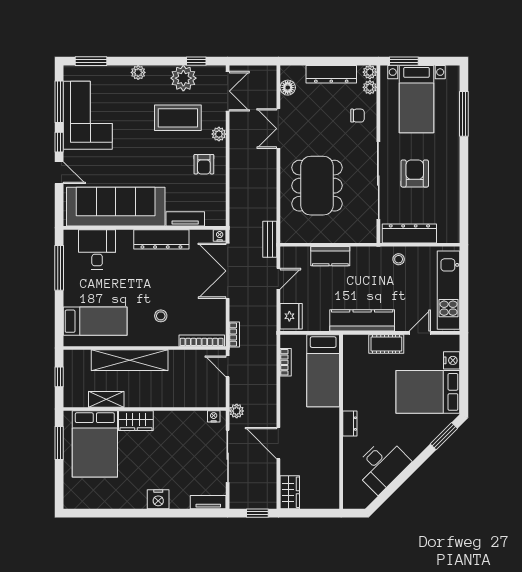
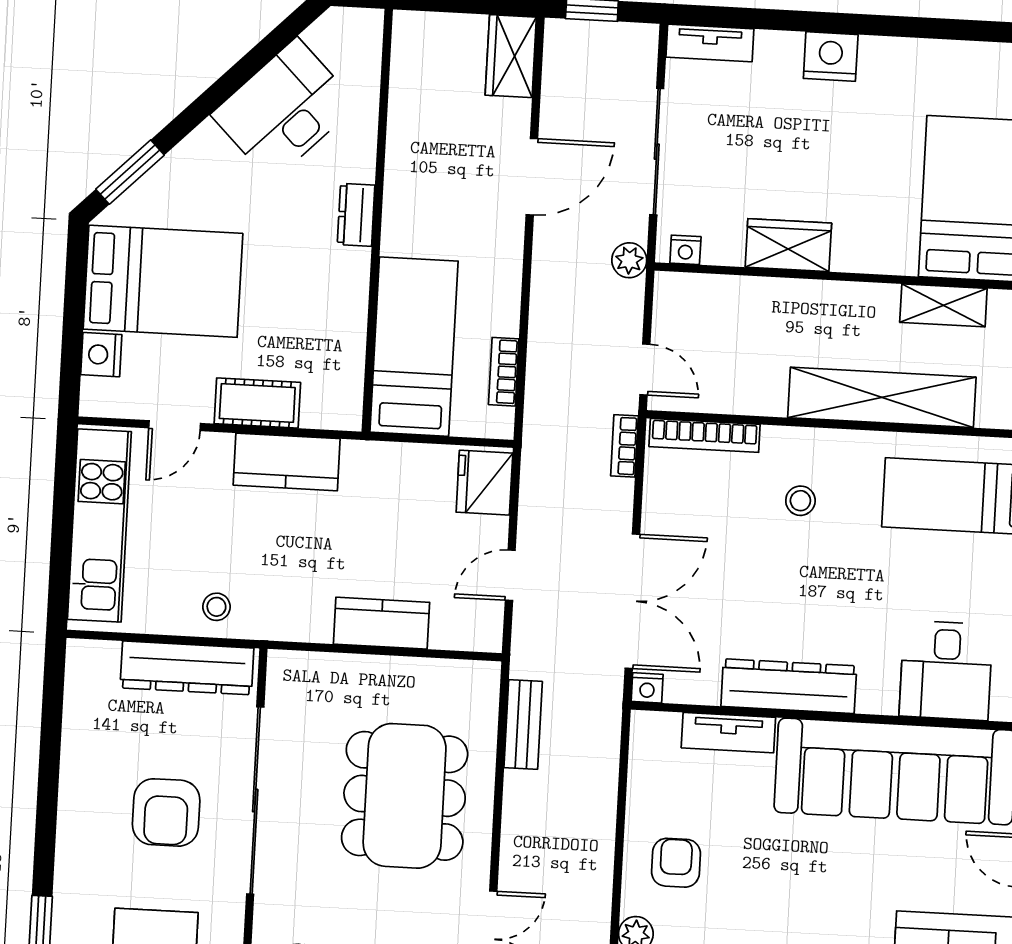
bench: (270, 239) -> (523, 724), moved
kitchen counter: (362, 320) -> (287, 462), width x0.67
wardrobe: (136, 421) -> (788, 245), moved
door: (278, 443) -> (532, 177), hinge flipped

